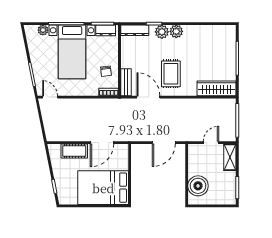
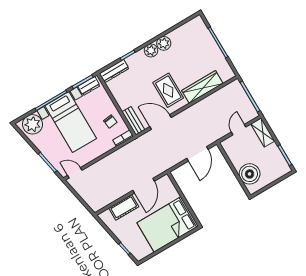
plant: (43, 30) -> (32, 124), width x1.87, depth x1.87
plant: (162, 32) -> (164, 43), moved
wardrobe: (217, 88) -> (202, 87), moved

